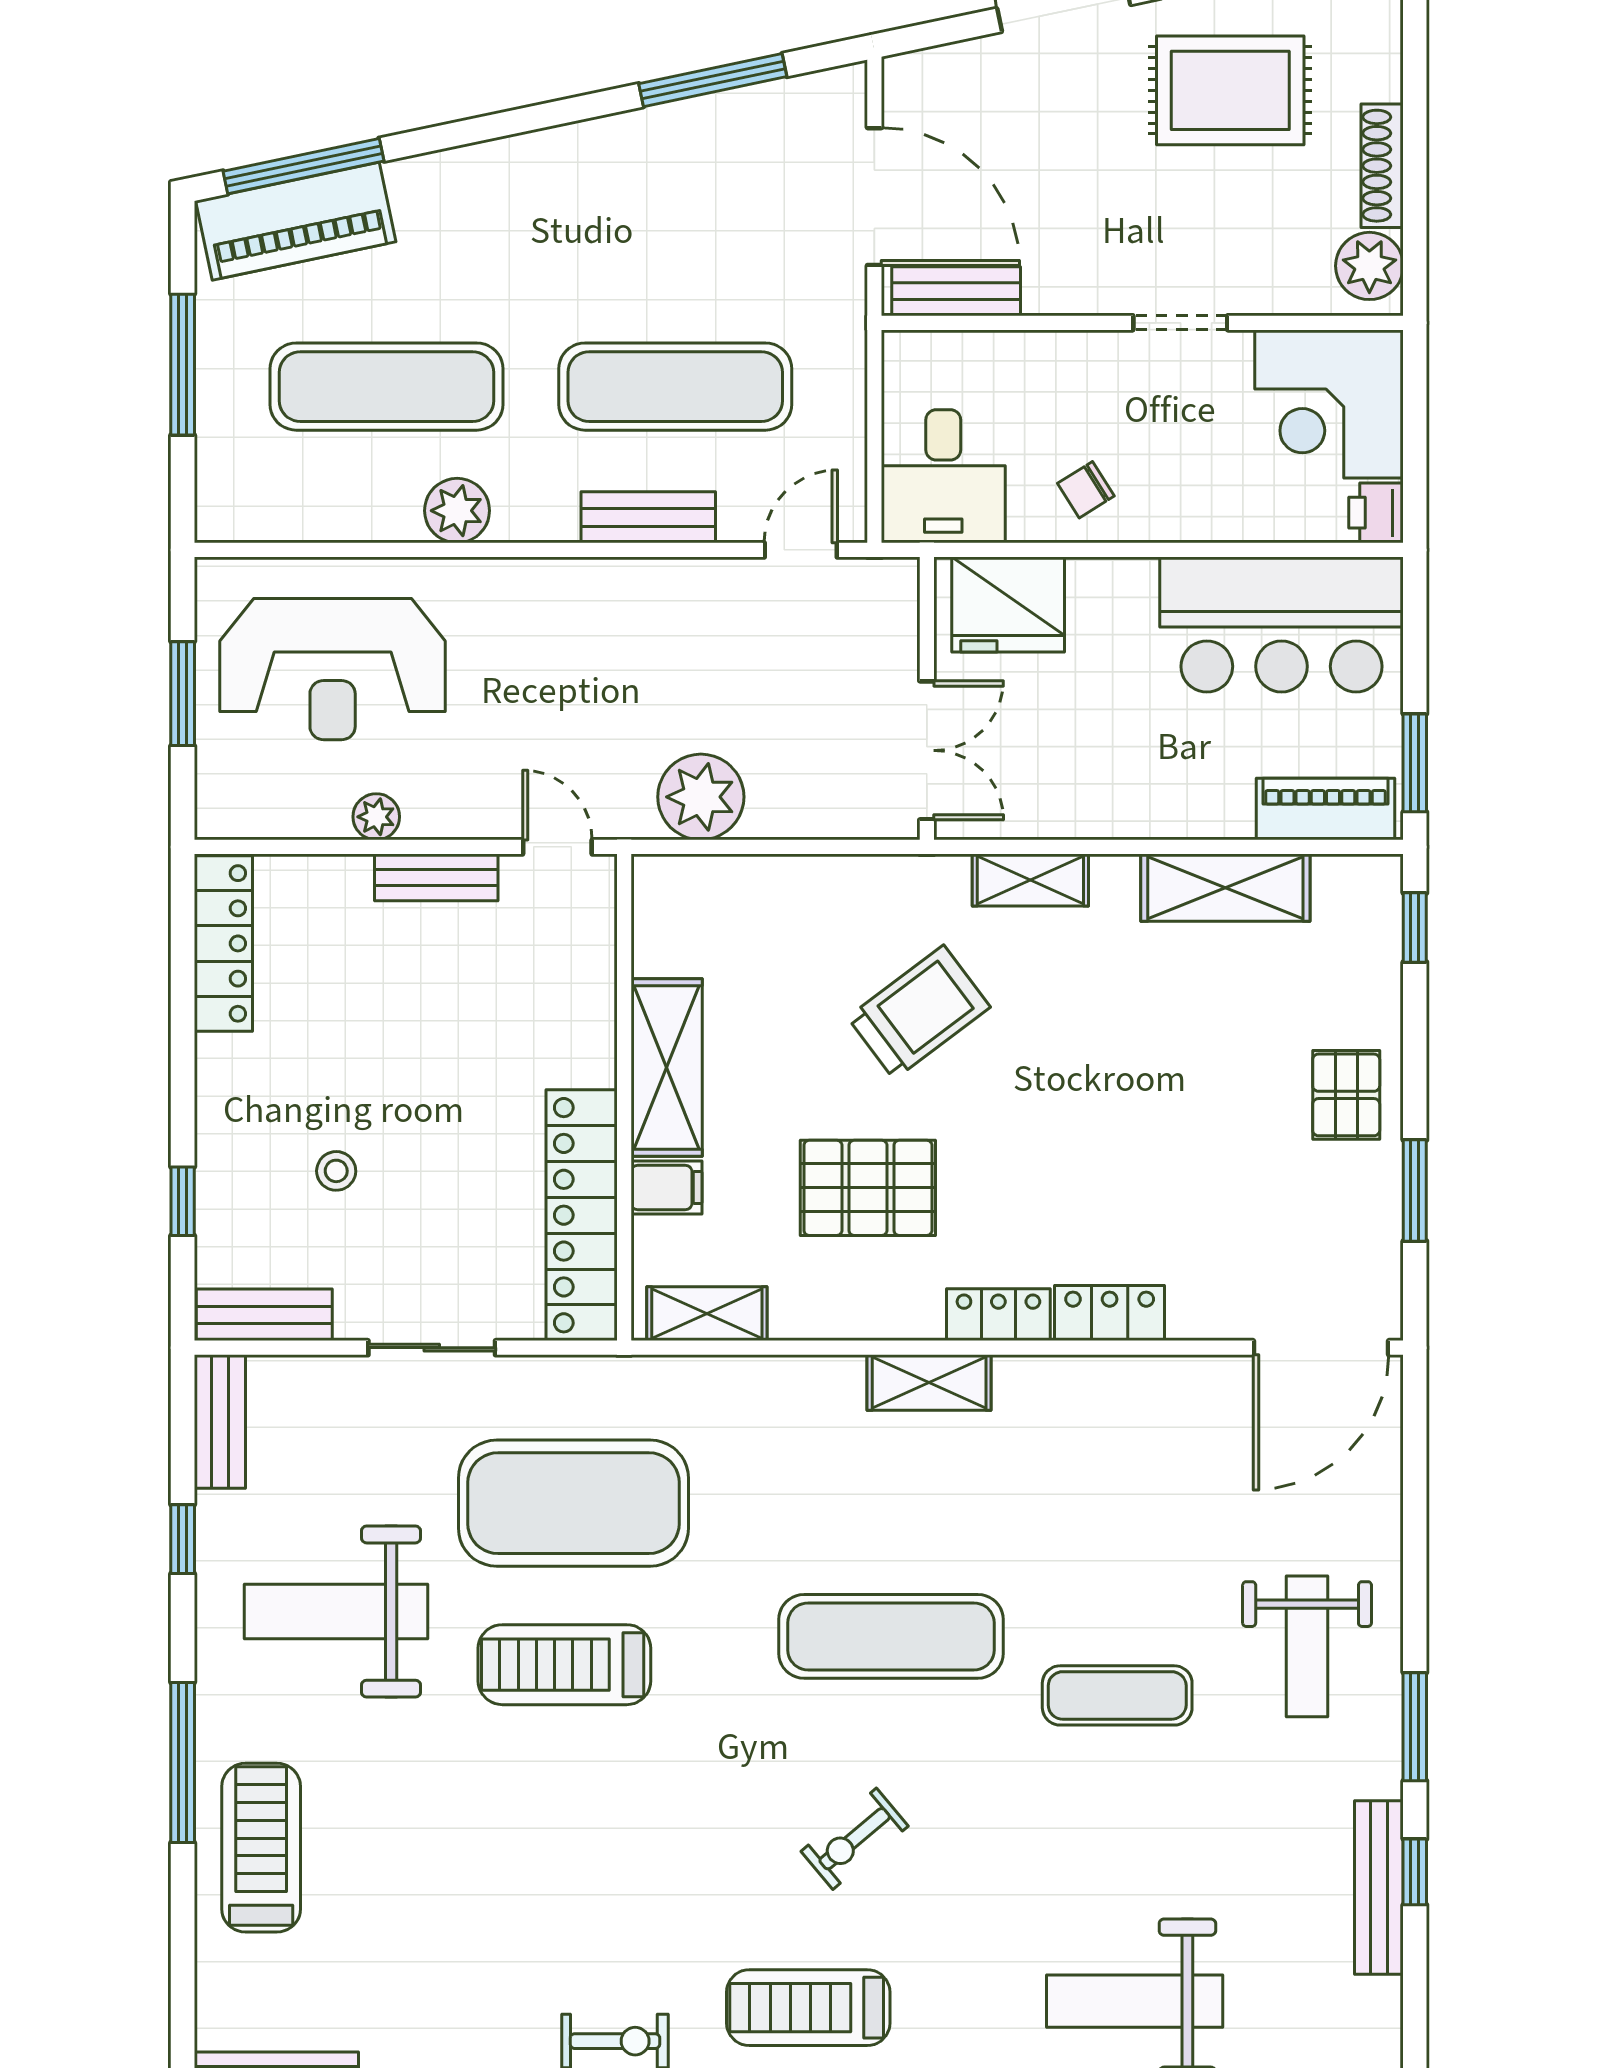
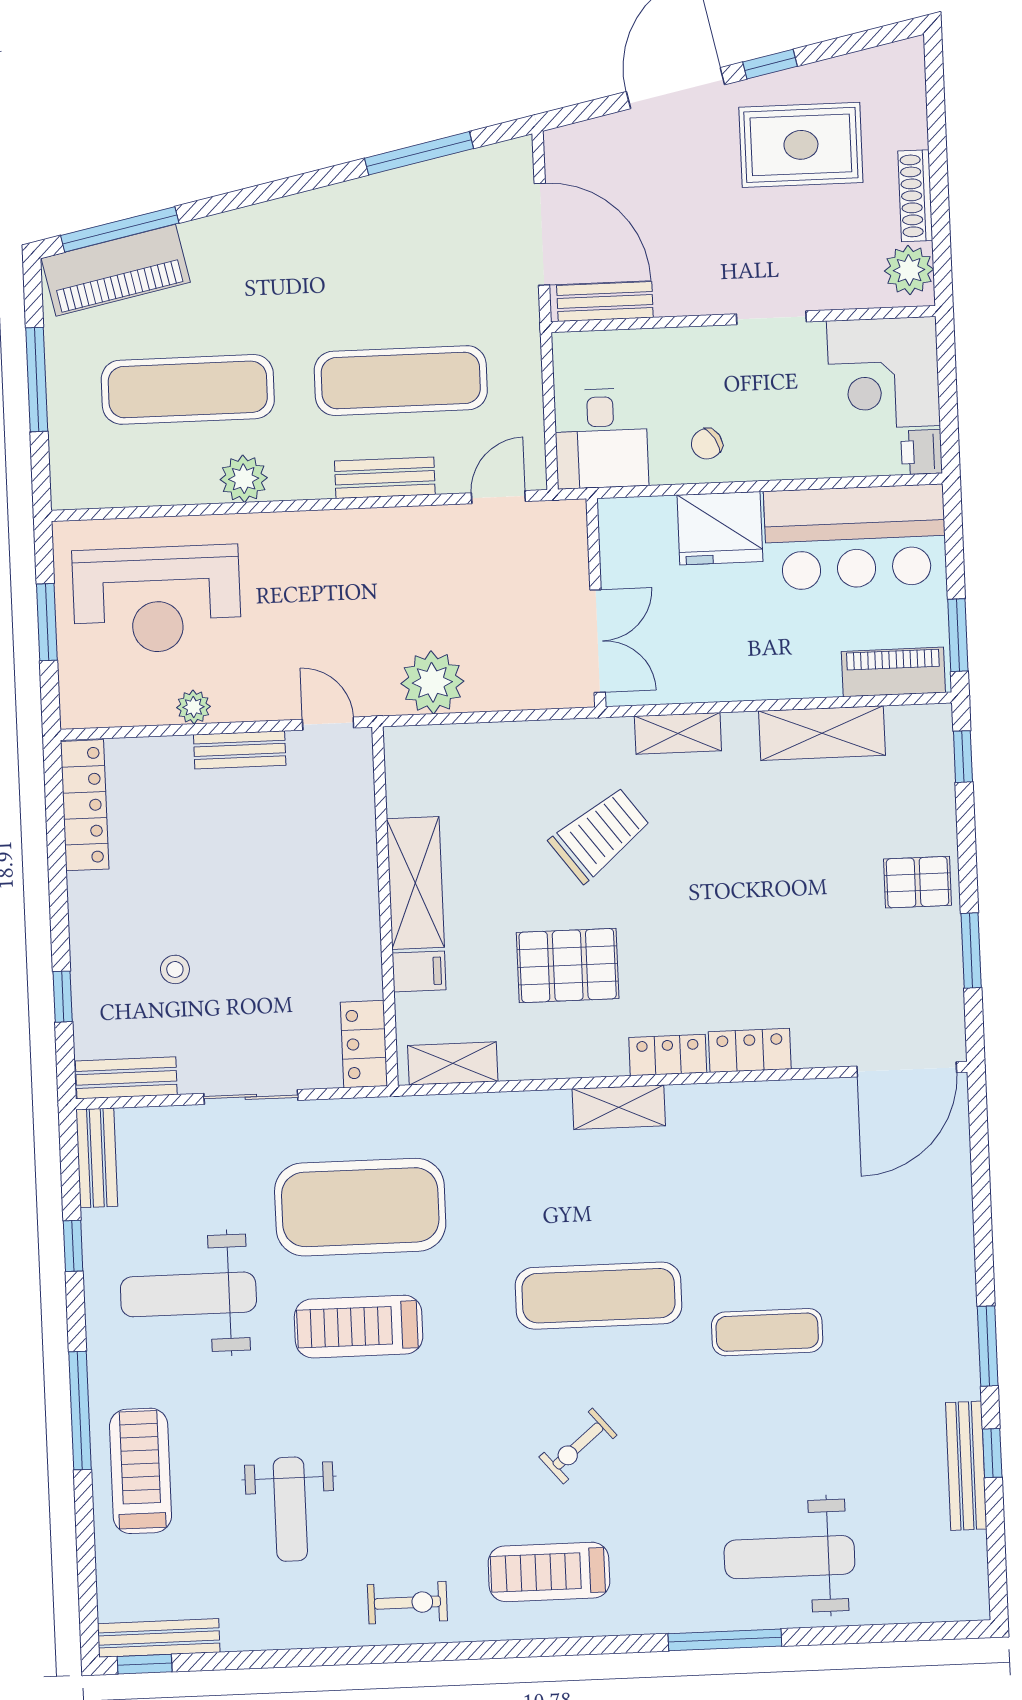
fridge: (1008, 605) -> (720, 528), moved
pallet: (1346, 1095) -> (918, 882), turned 90
locker: (582, 1215) -> (364, 1044), width x0.46, depth x0.83
weight bench: (1307, 1646) -> (290, 1509), moved

